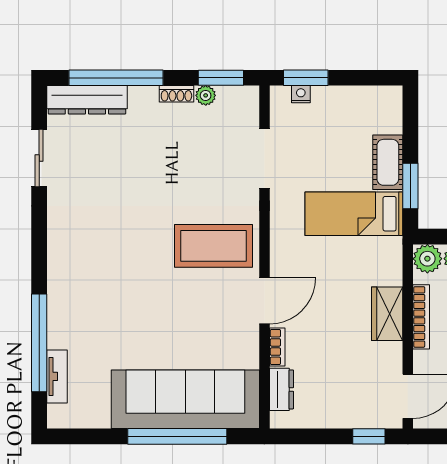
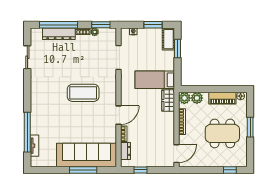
window: (306, 78) -> (153, 25), moved
dresser: (87, 100) -> (59, 34), moved
cot: (388, 162) -> (168, 39), moved
window: (410, 186) -> (178, 49), moved
coffee table: (214, 246) -> (83, 93), moved
wardrobe: (387, 314) -> (168, 100), moved
window: (177, 436) -> (83, 170), width x0.68
window: (369, 436) -> (140, 170), moved

